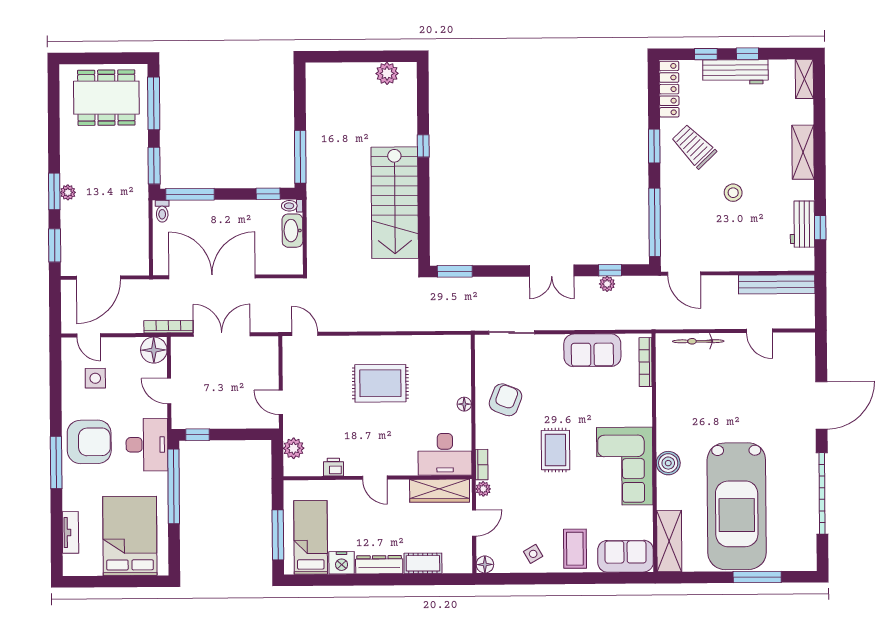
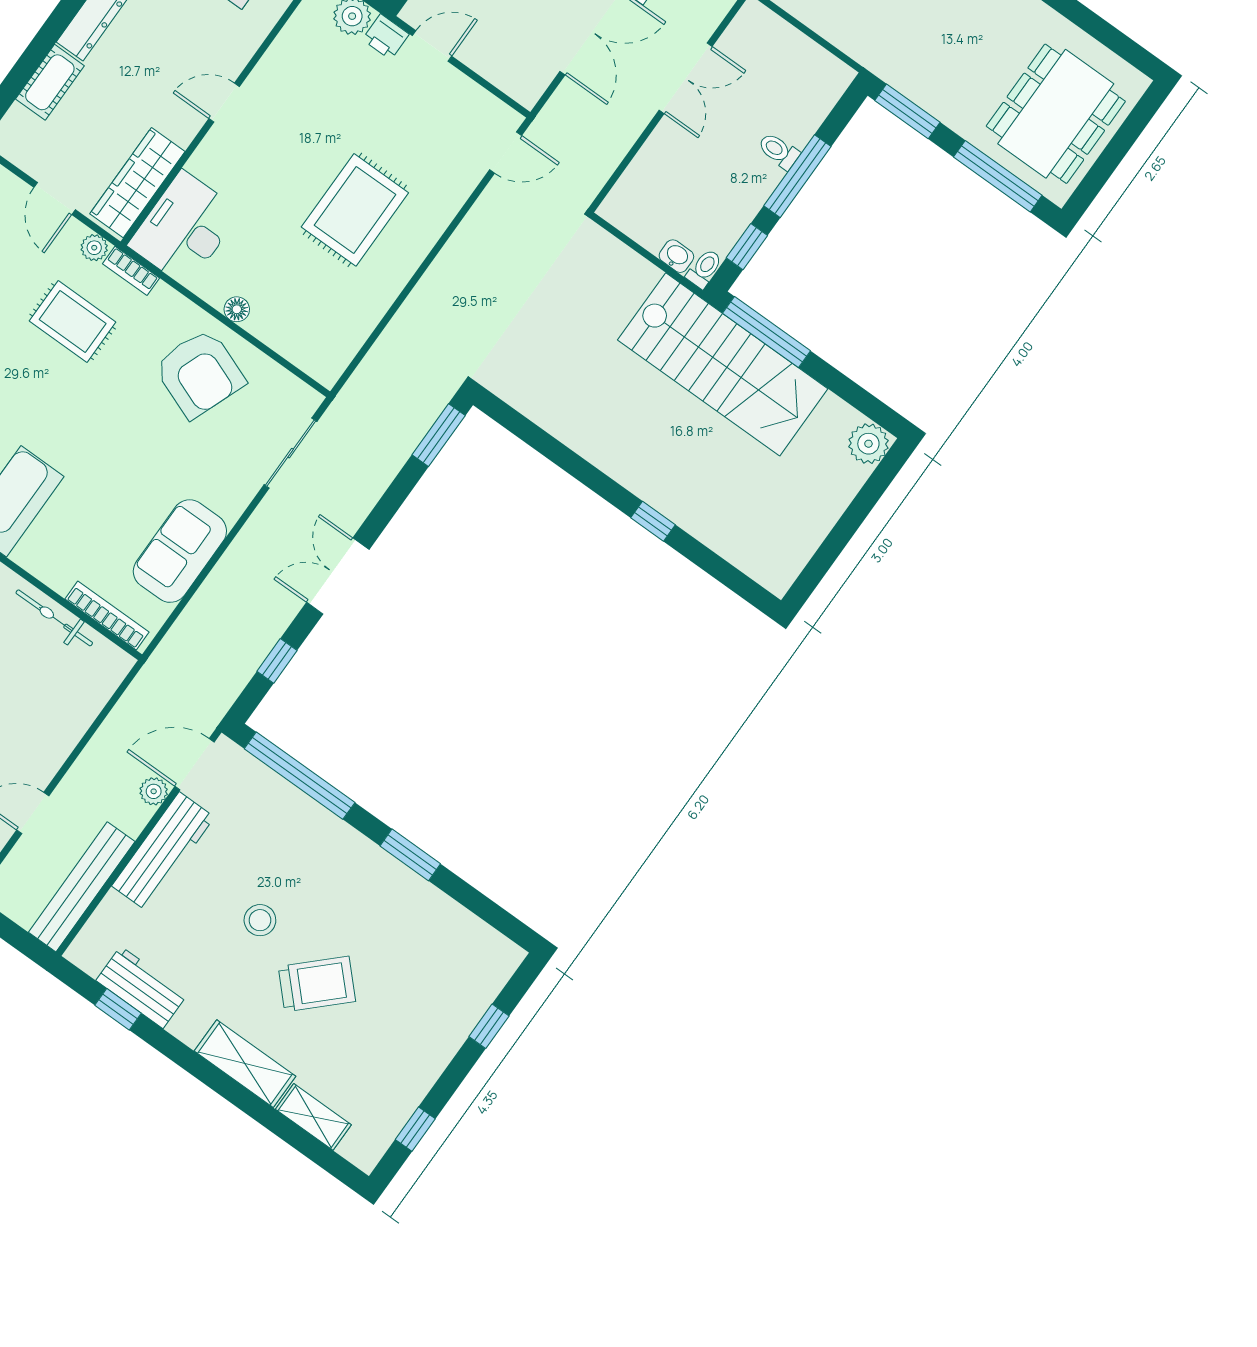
window: (747, 54) -> (415, 1129), moved
workbench: (735, 72) -> (163, 851), moved, turned 180
plant: (387, 73) -> (868, 444), moved
shelving: (804, 79) -> (313, 1117), moved
locker: (669, 89) -> (477, 936), removed
trolley: (694, 146) -> (317, 984), moved
window: (190, 194) -> (797, 176), moved
stairs: (395, 203) -> (723, 364), moved, turned 180
toilet: (162, 211) -> (779, 151), moved
washbasin: (292, 231) -> (676, 256), width x0.52, depth x0.69
double door: (212, 277) -> (686, 78), width x0.54
plant: (607, 284) -> (154, 791), moved
bicycle: (698, 341) -> (54, 618), moved, turned -90
armchair: (505, 400) -> (200, 373), width x1.36, depth x1.36
rug: (555, 450) -> (73, 321), moved
printer: (333, 467) -> (386, 37), moved, turned 90

